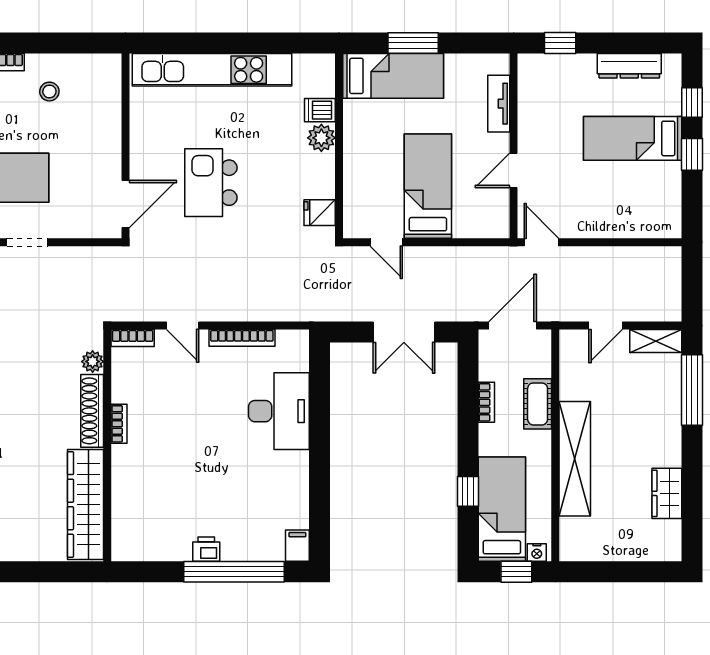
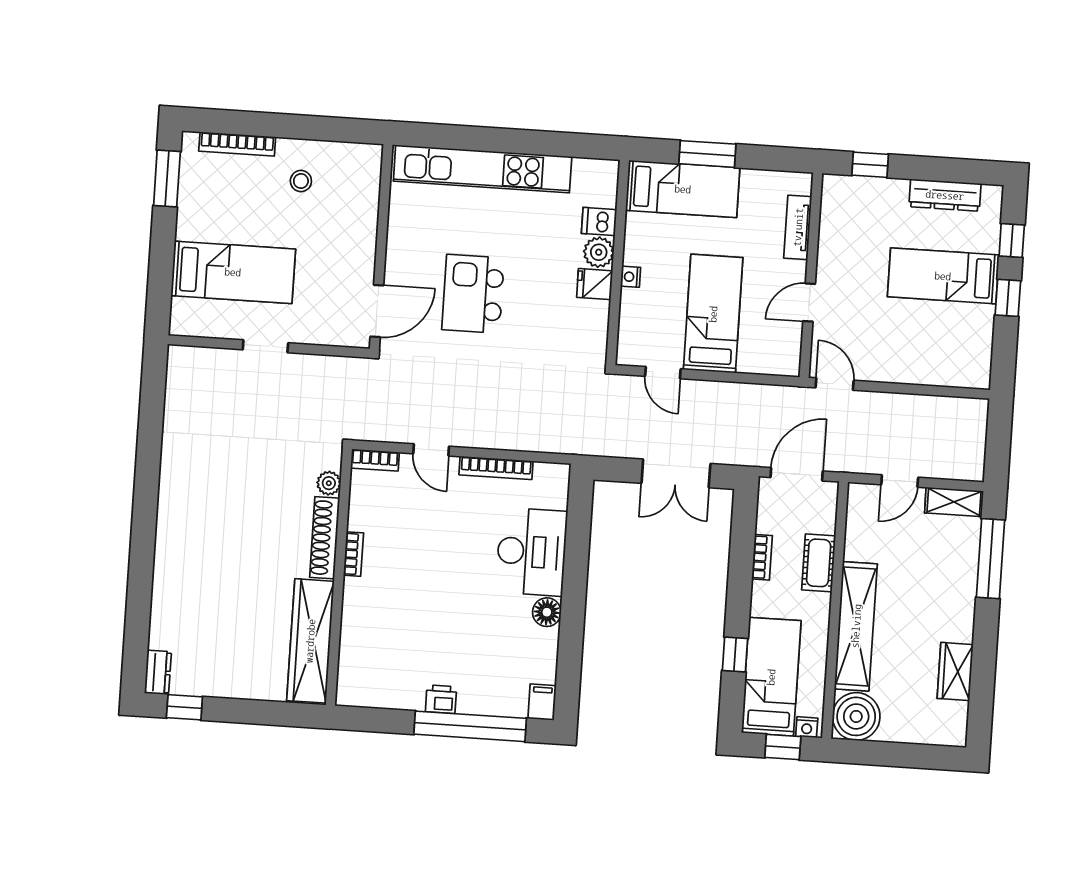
nightstand: (351, 158) -> (631, 277), added
fridge: (320, 213) -> (595, 284), moved
floor lamp: (296, 464) -> (547, 612), added
boiler: (581, 540) -> (856, 716), added

